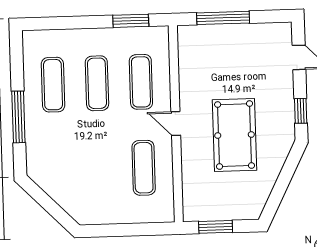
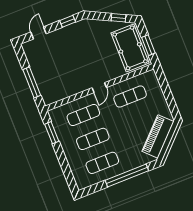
window: (18, 117) -> (127, 175), width x1.46
pool table: (235, 135) -> (130, 48), moved, turned 90
piano: (63, 190) -> (158, 136), added
window: (277, 195) -> (118, 18), added

